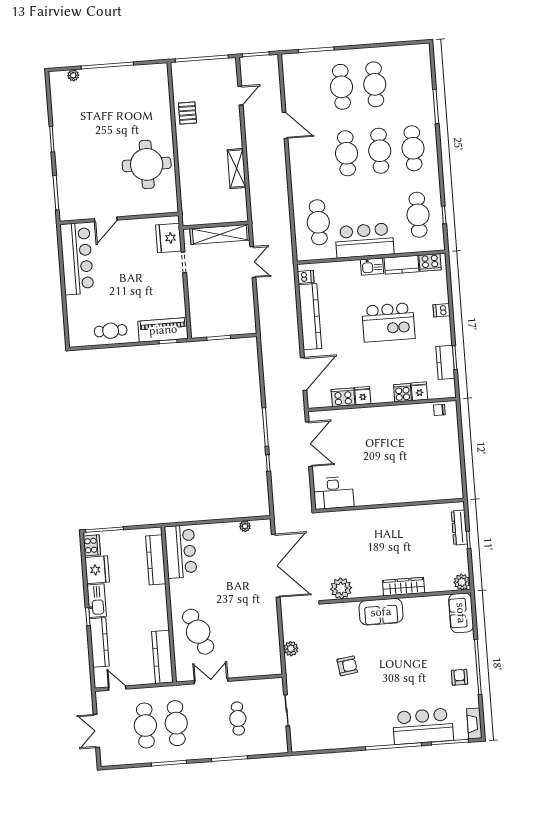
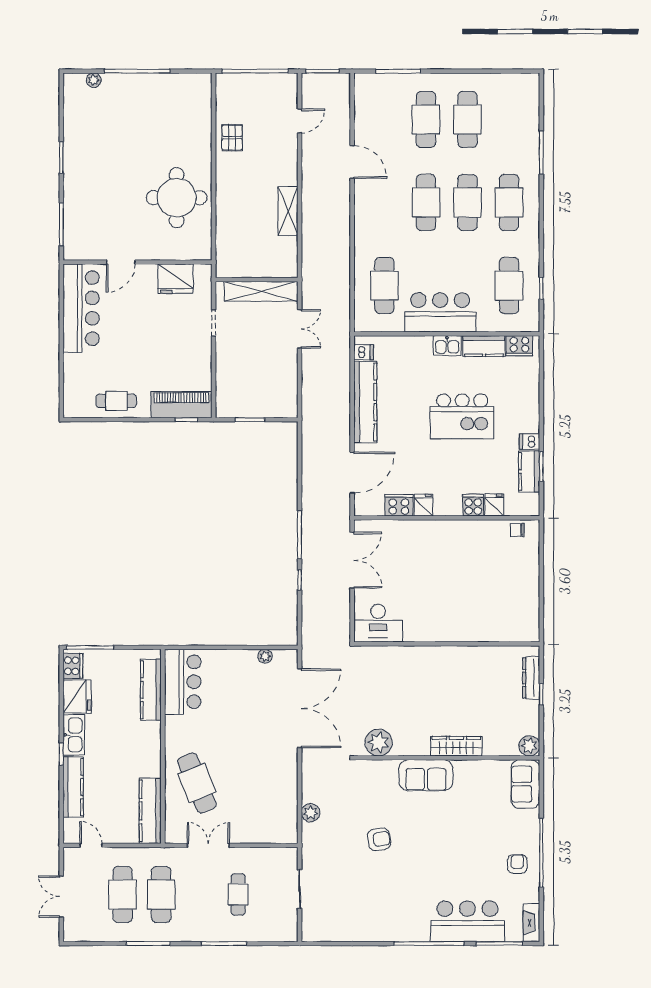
fridge: (169, 238) -> (175, 279), moved, turned -90
dishwasher: (442, 310) -> (529, 442), moved

